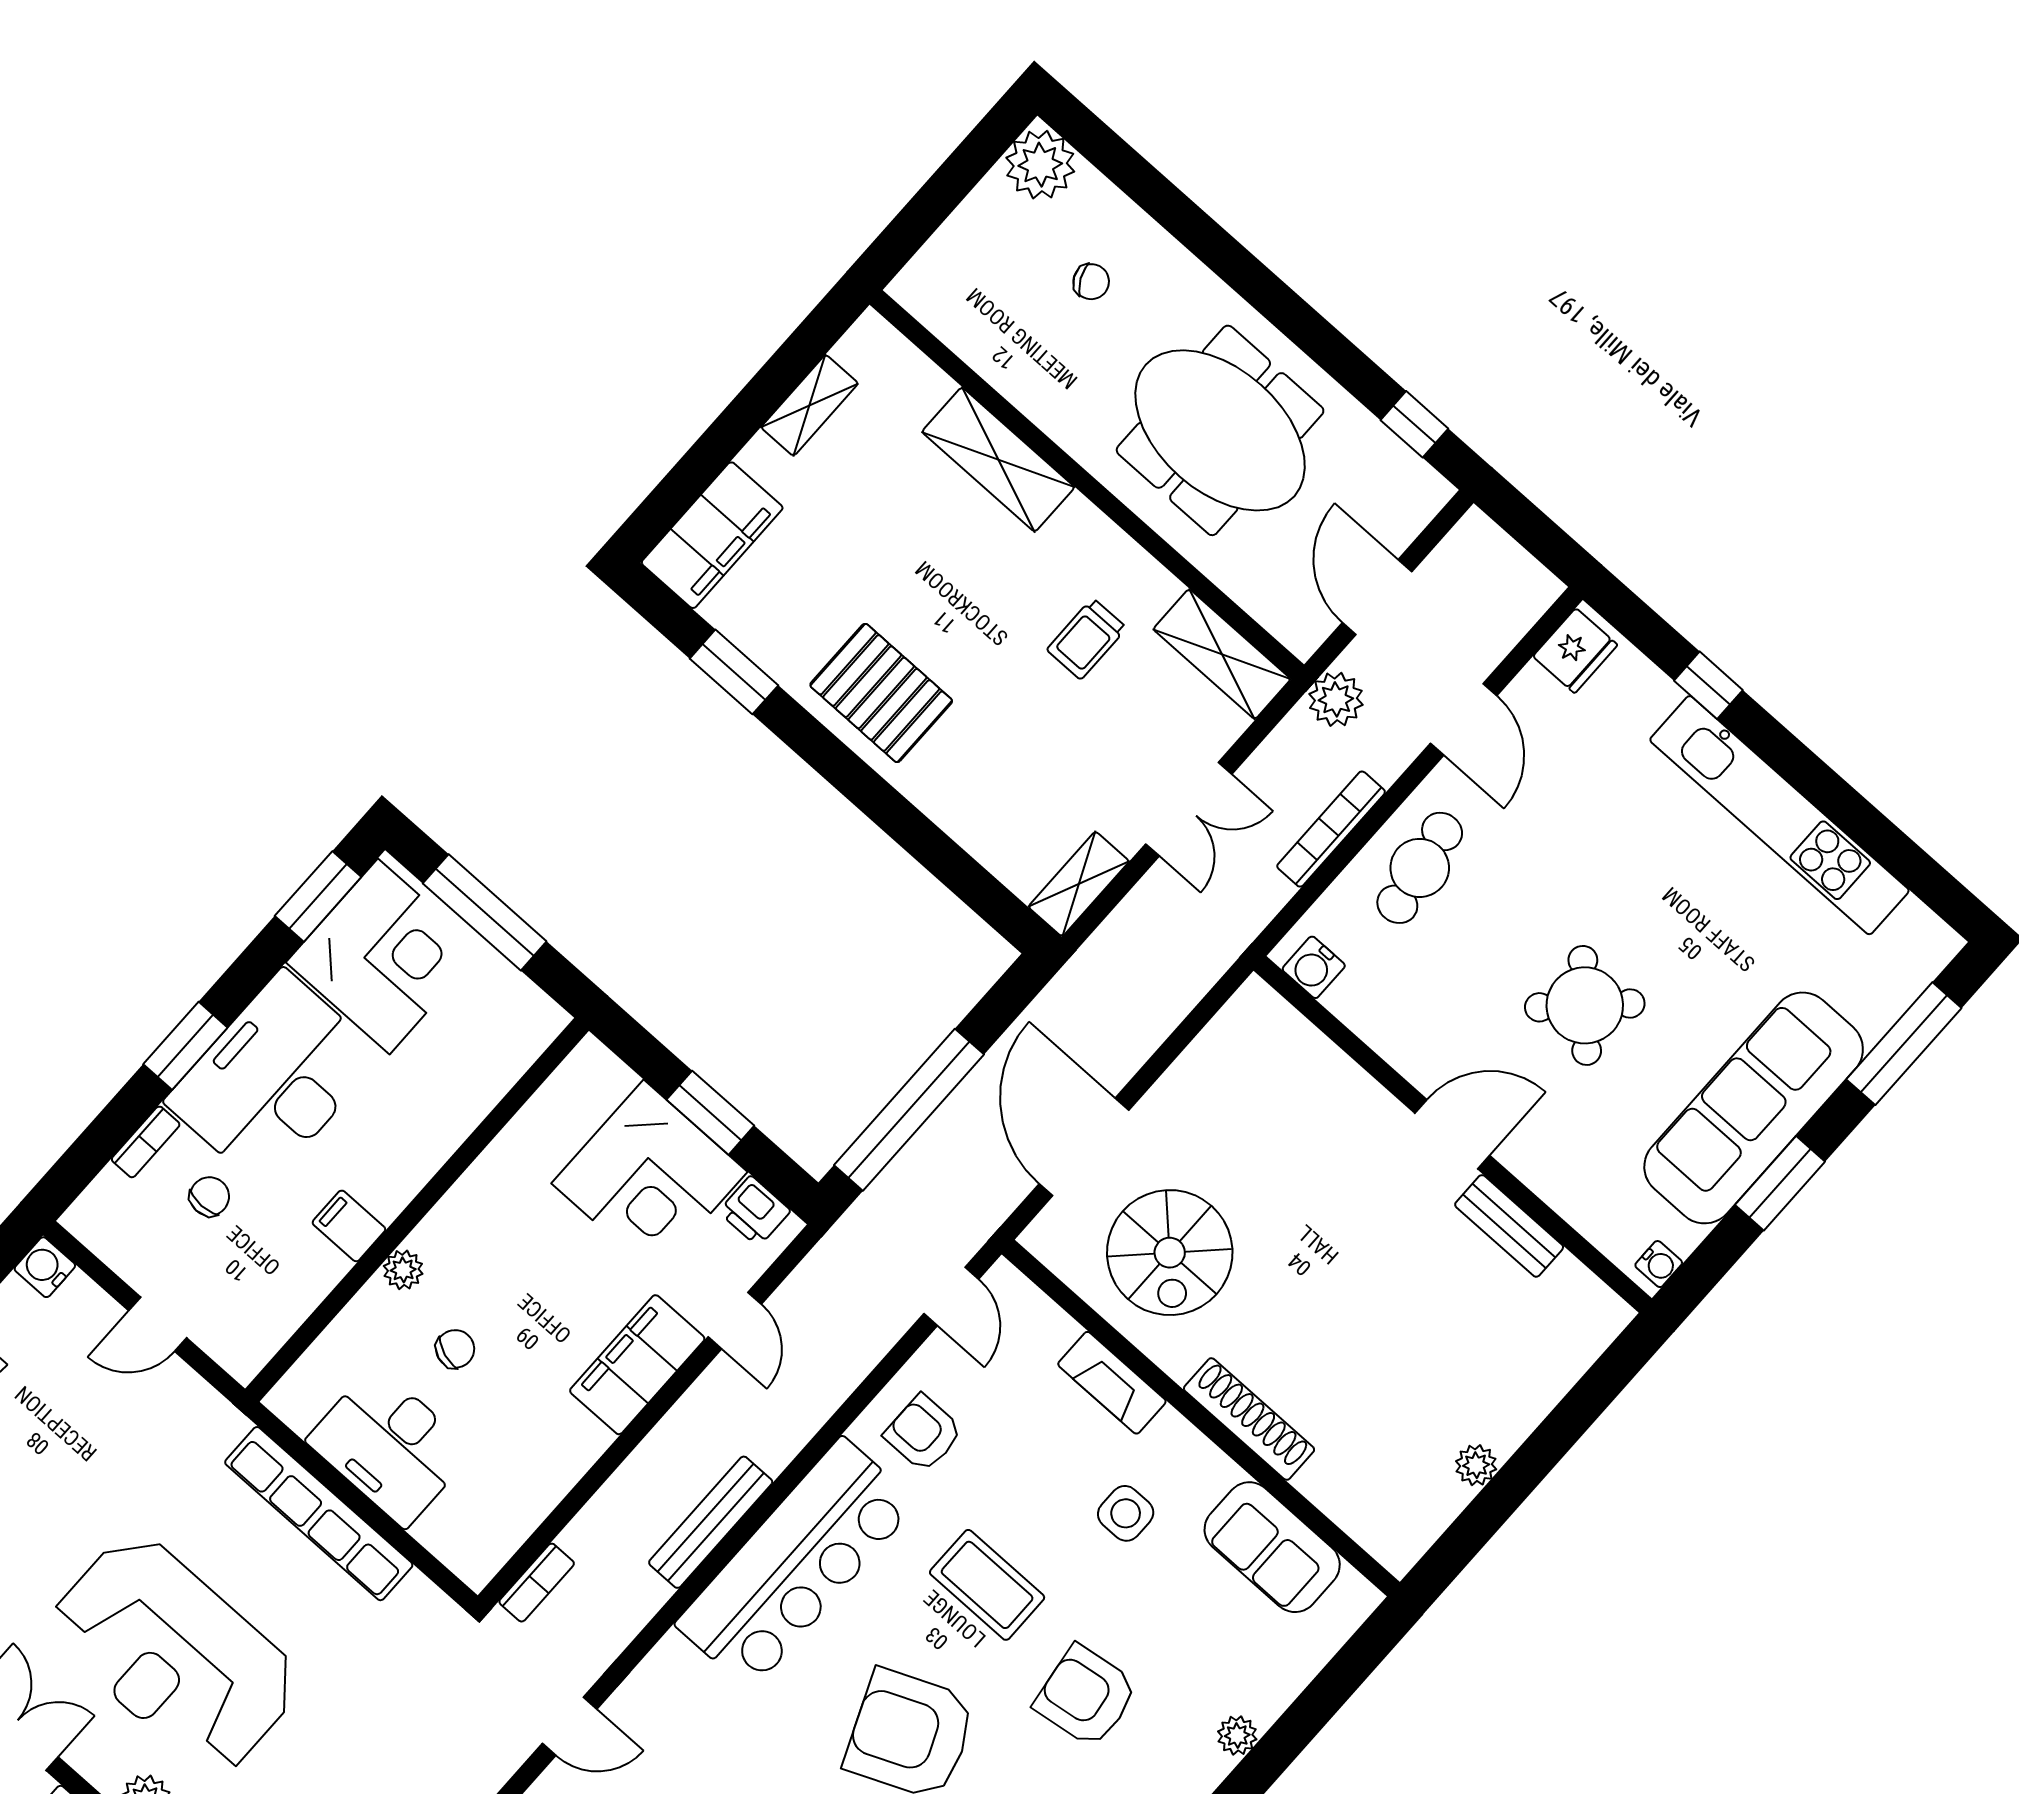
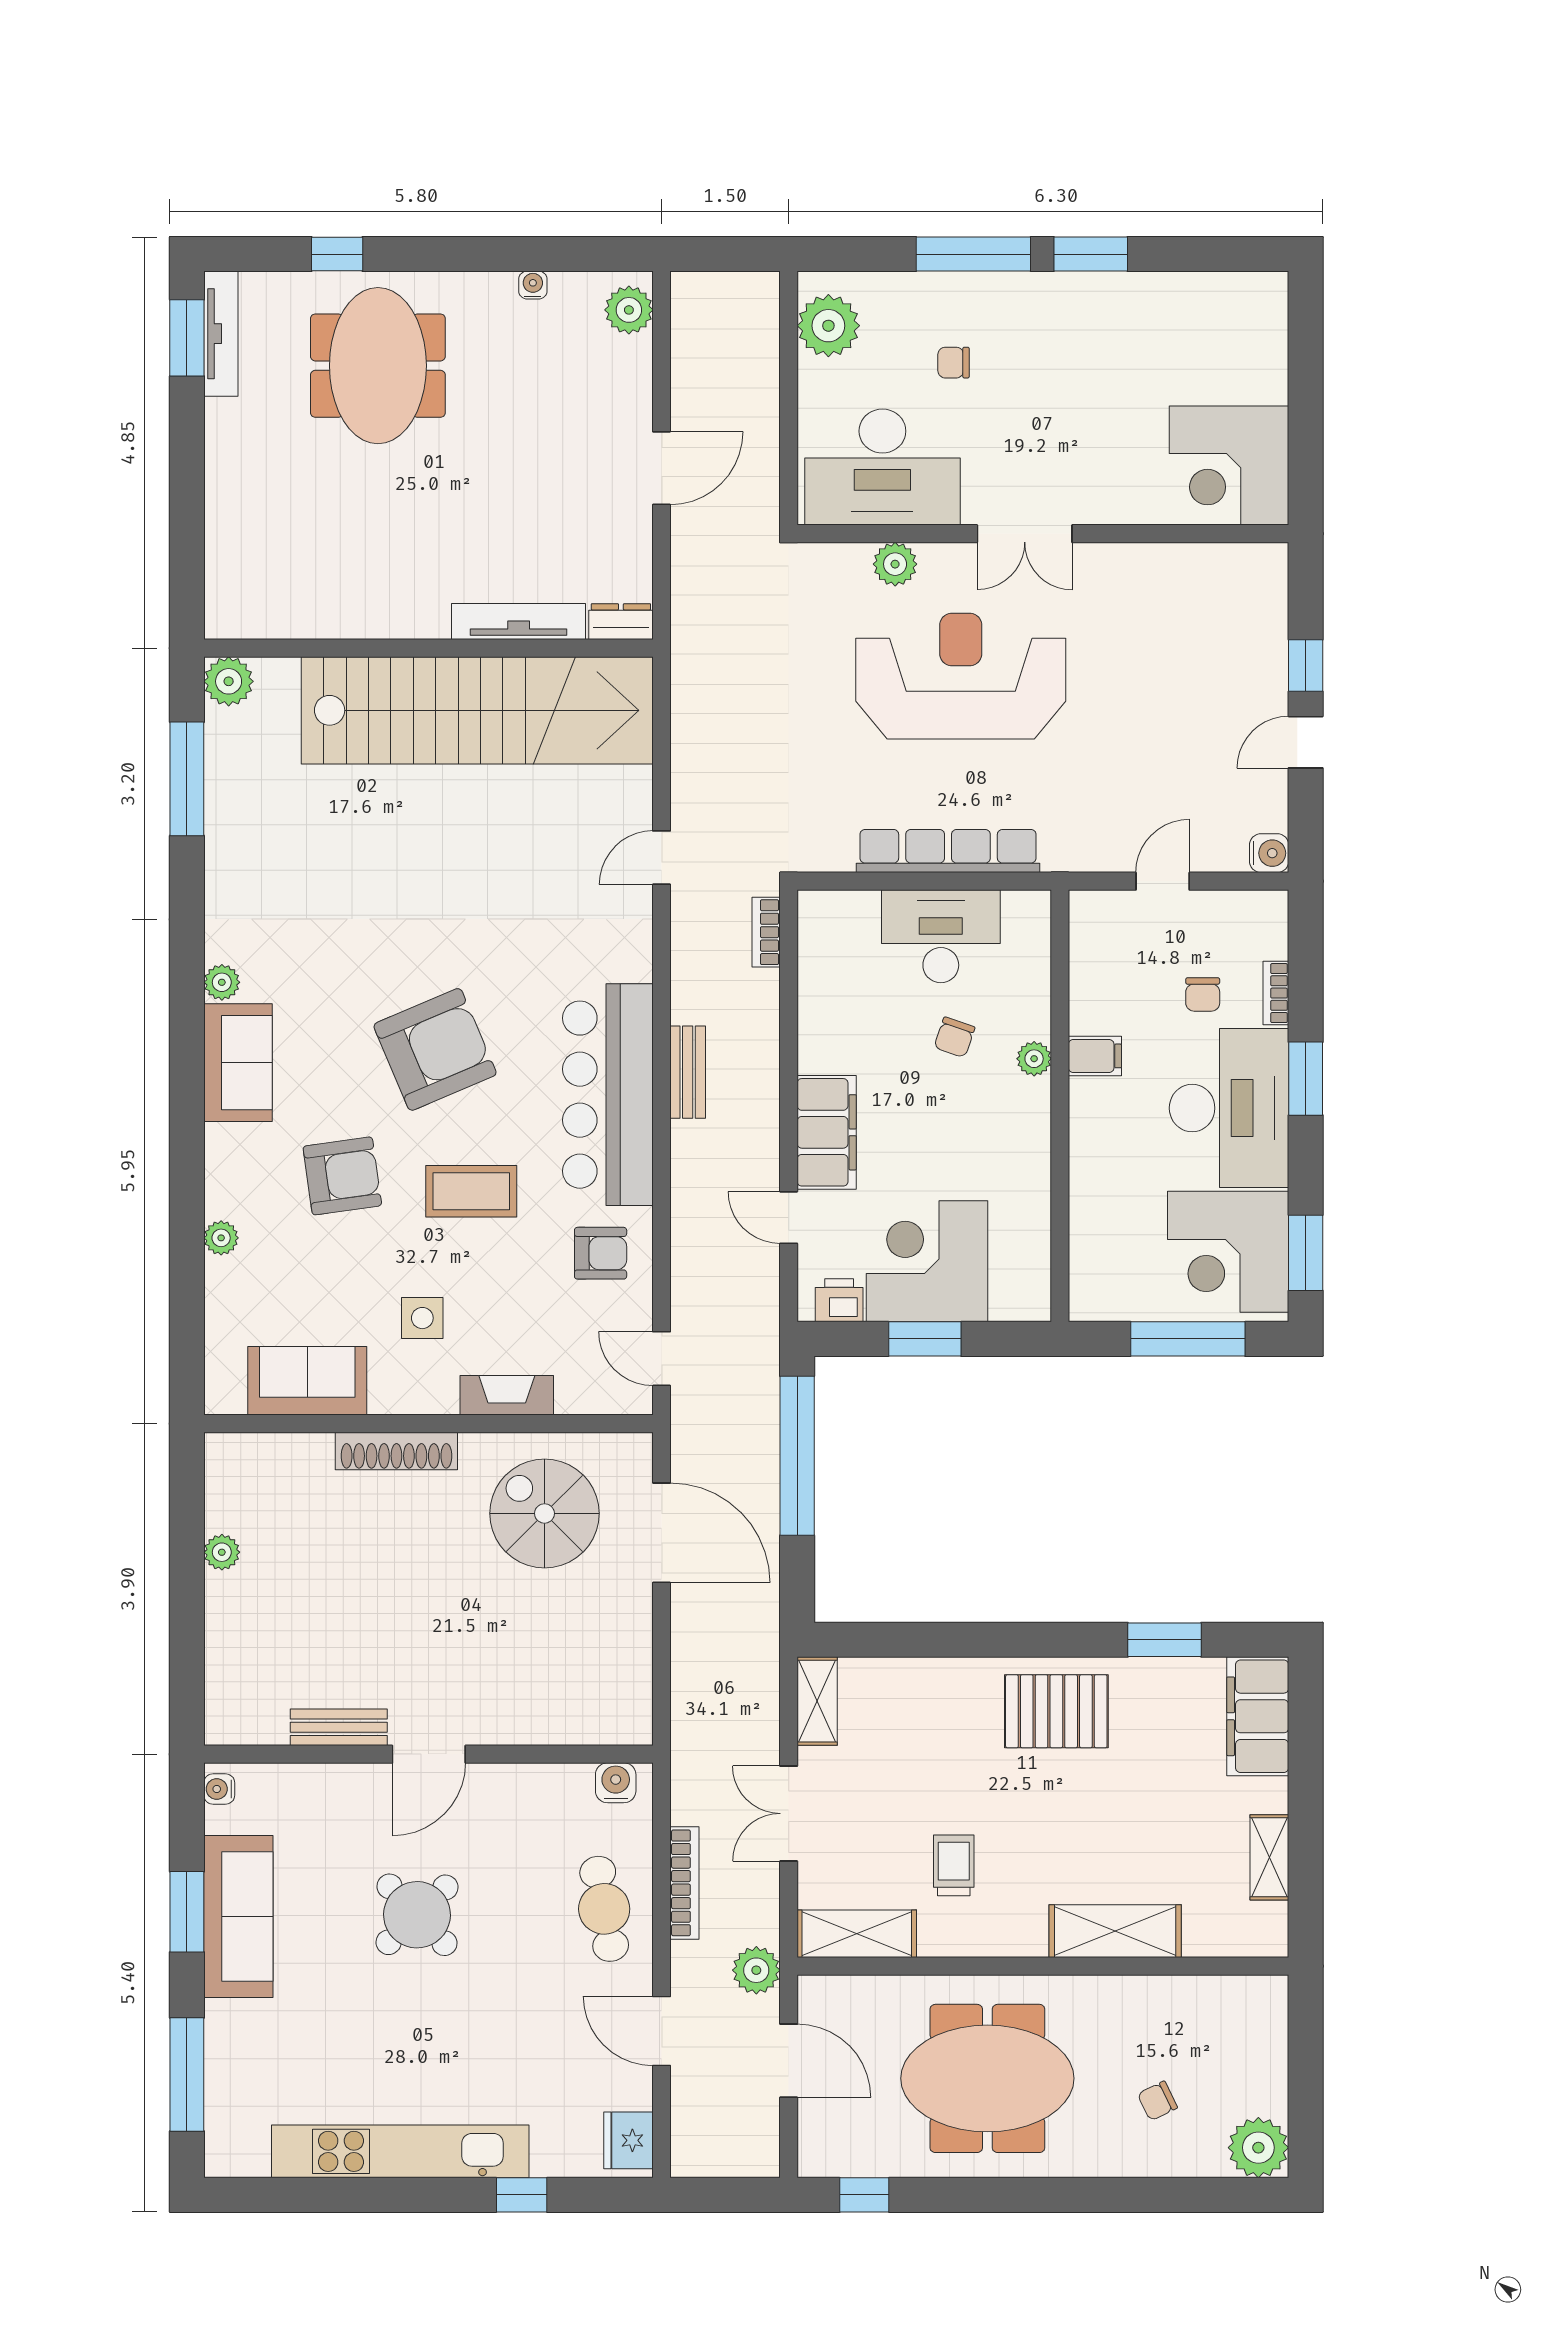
sofa: (1754, 1108) -> (238, 1916), width x0.74, depth x0.79
bench: (711, 1522) -> (688, 1072), width x0.73

